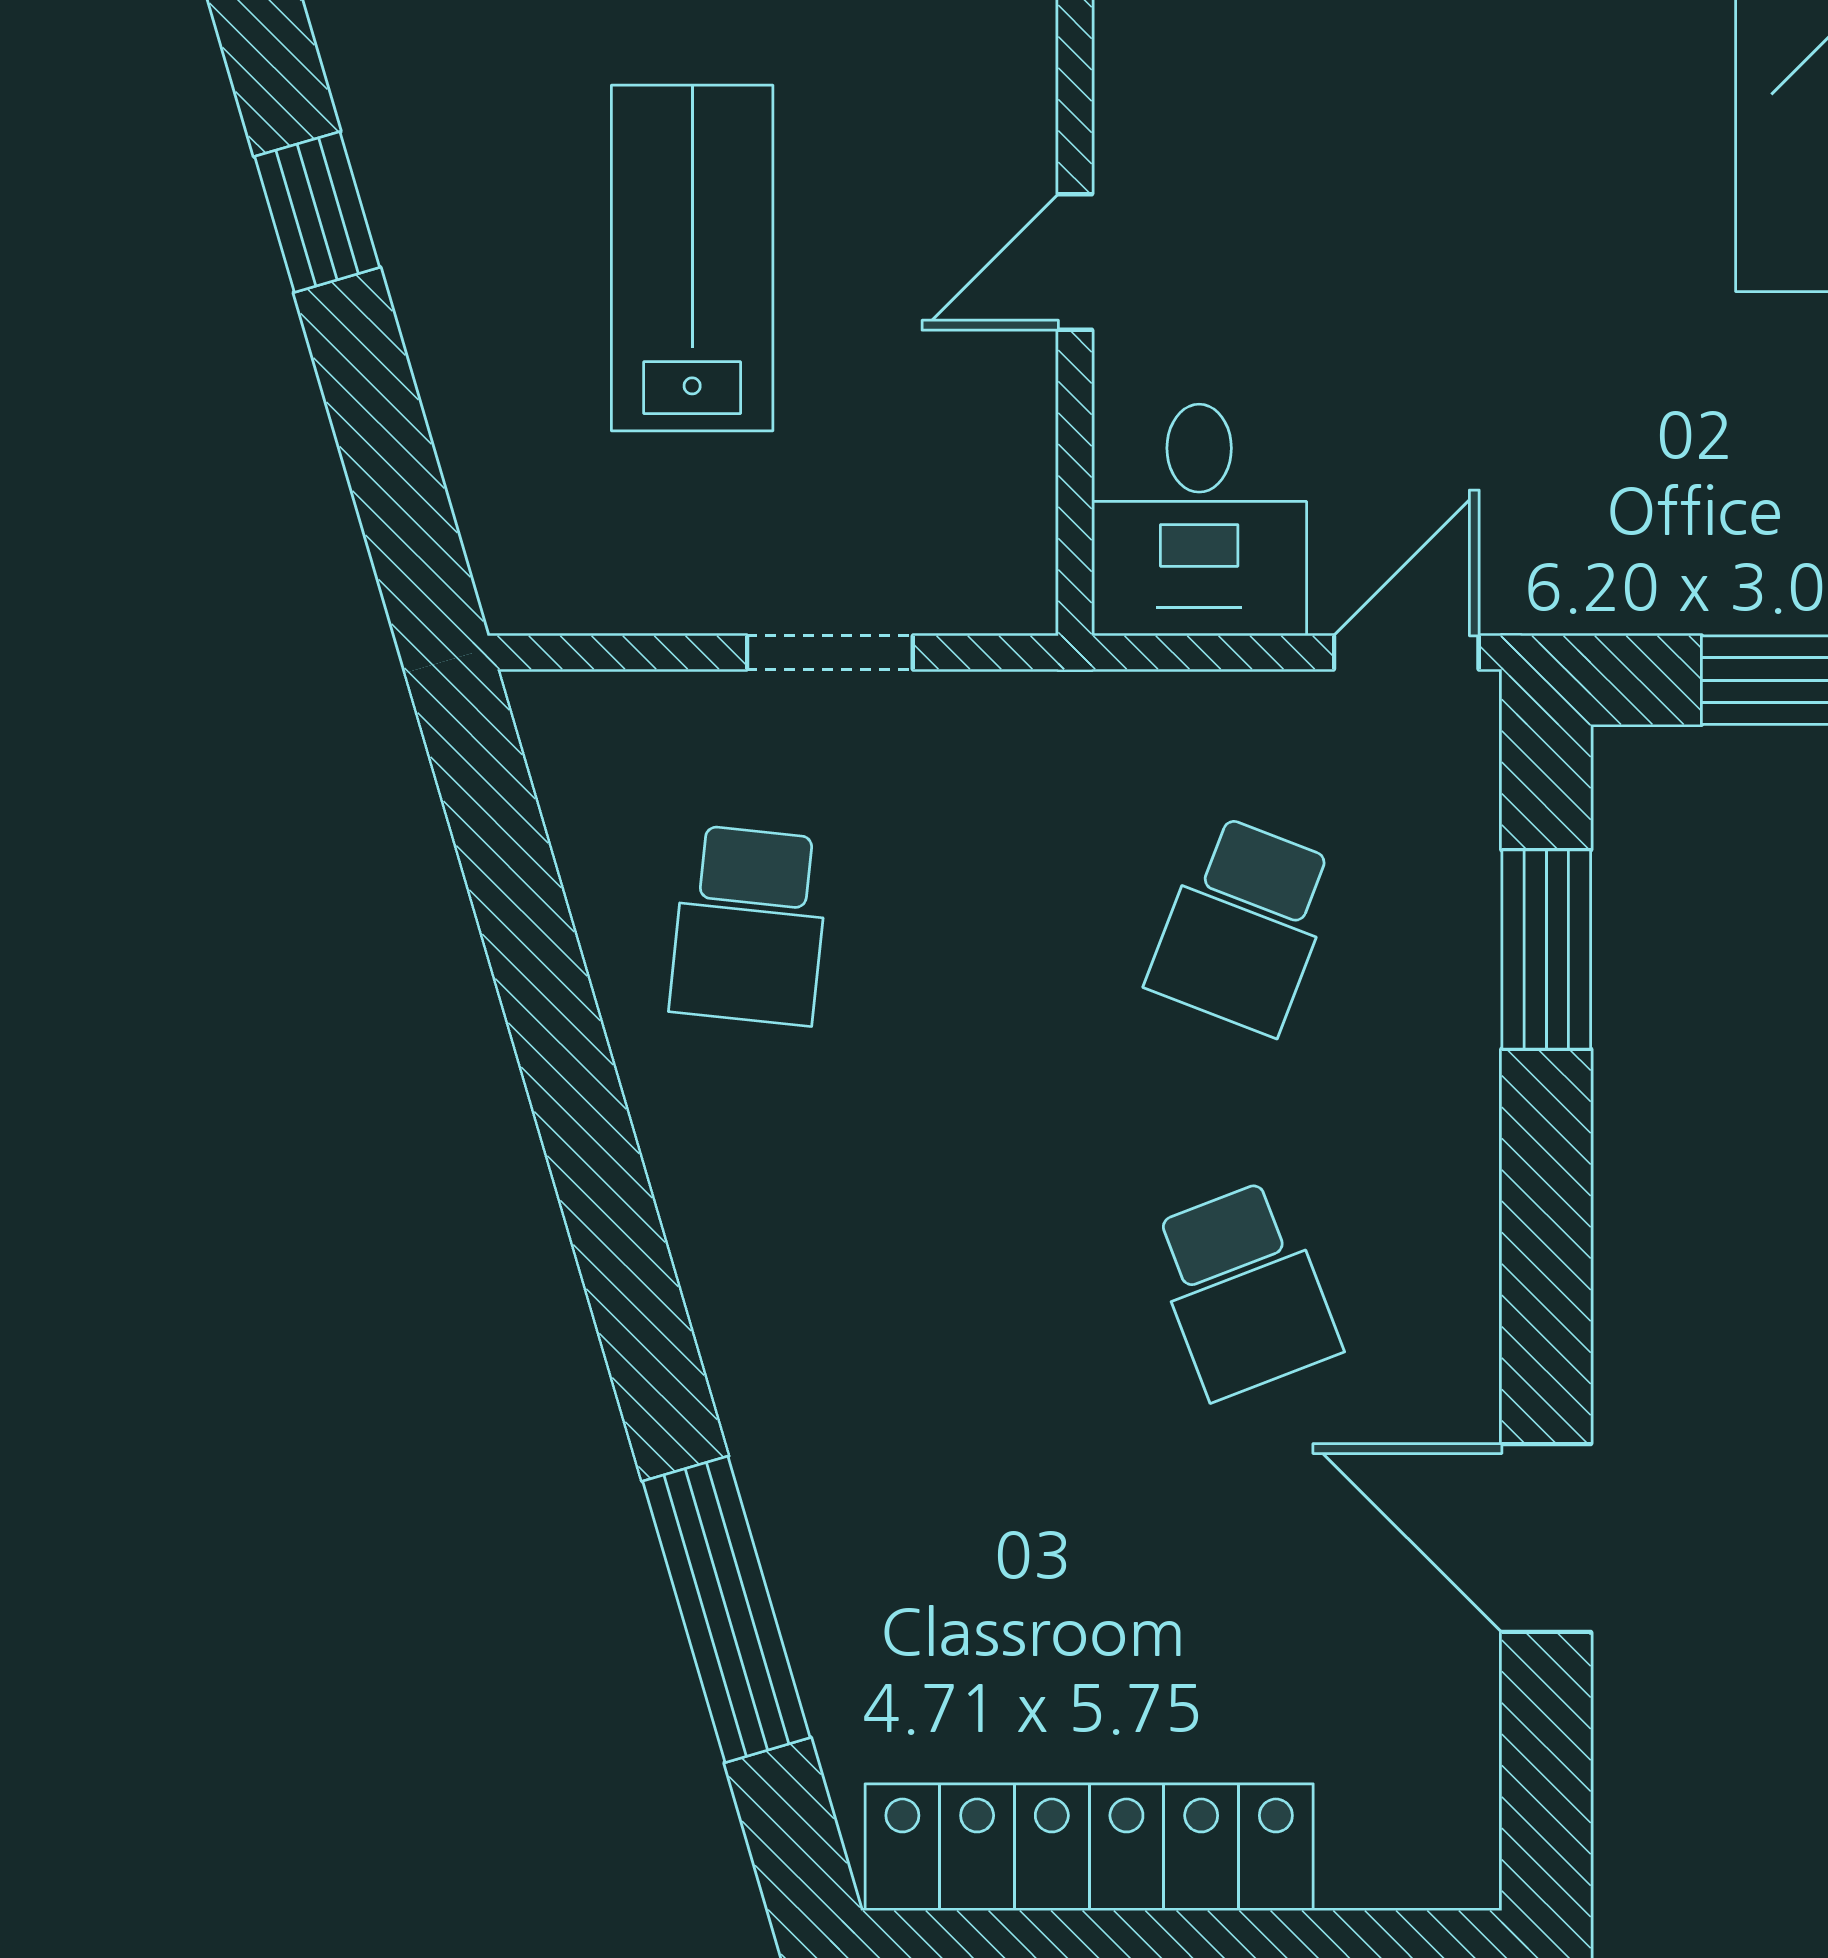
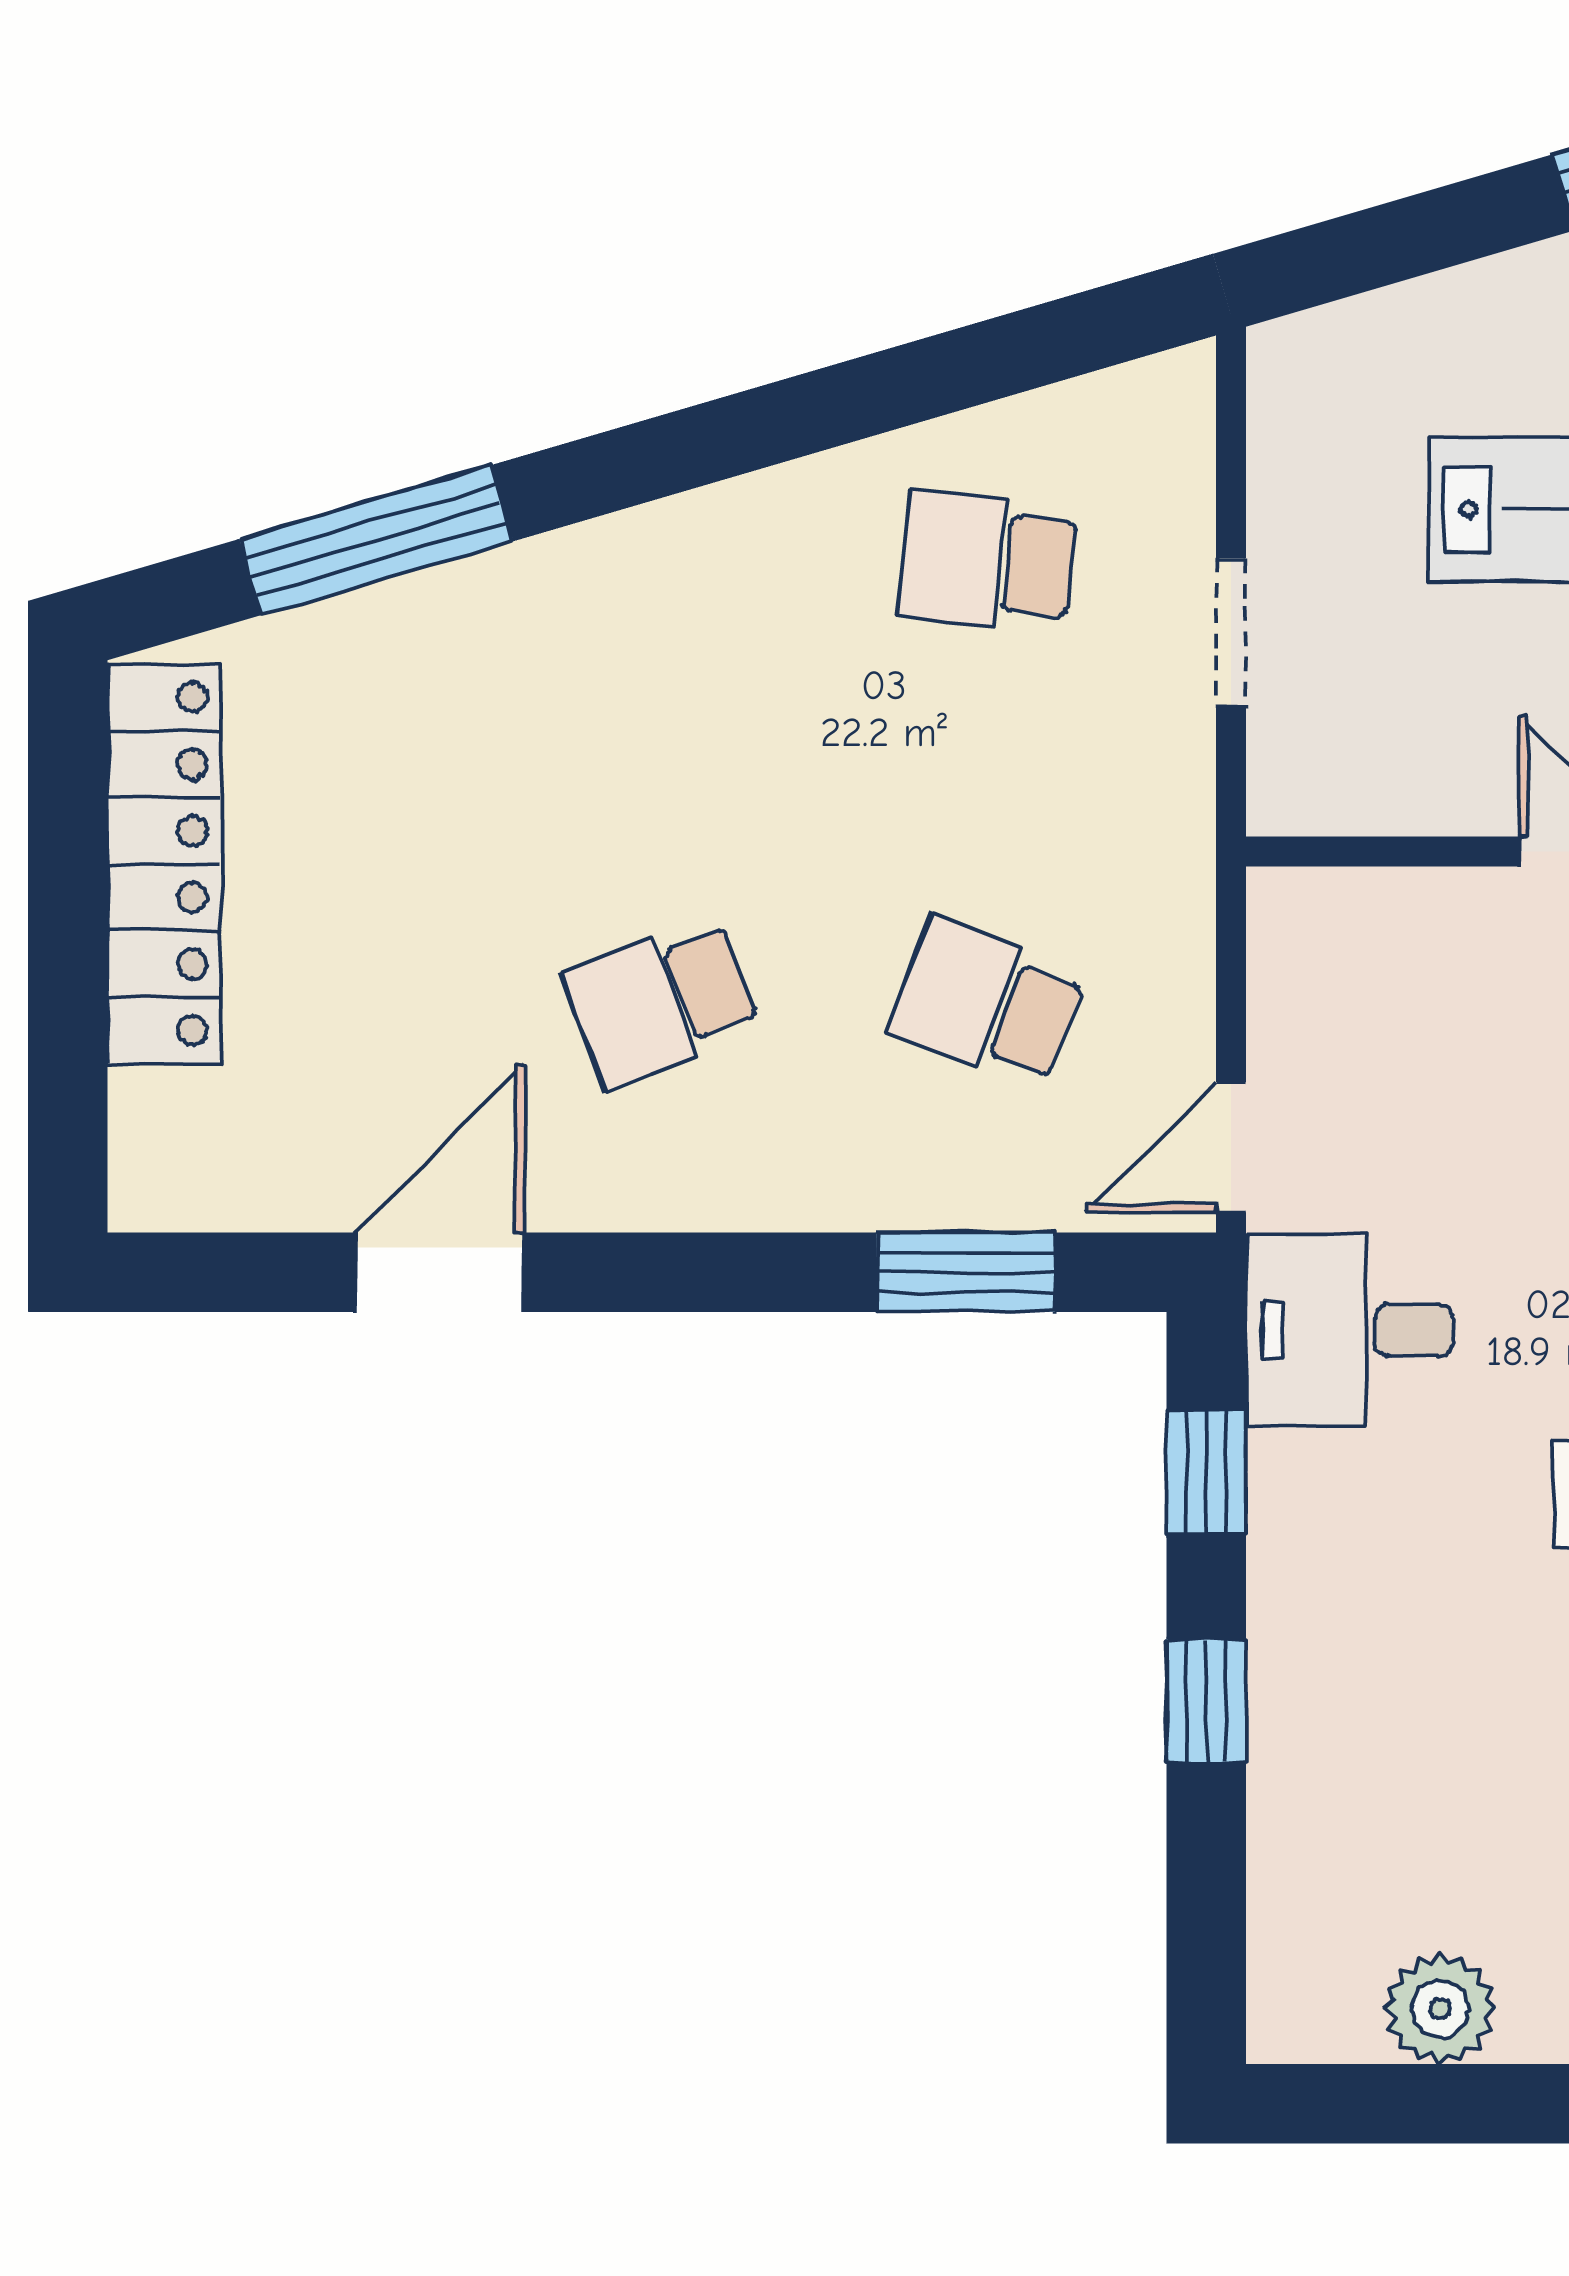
desk: (1199, 520) -> (1349, 1330), moved
door: (1406, 652) -> (1231, 1147), swing flipped

